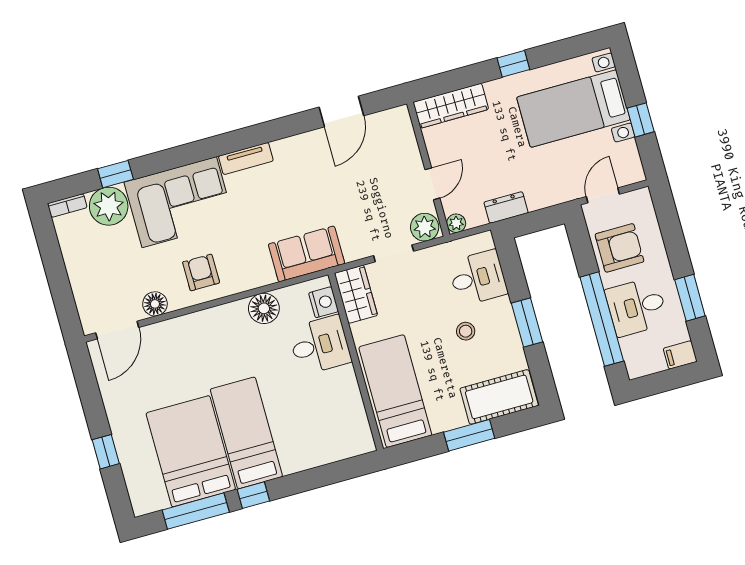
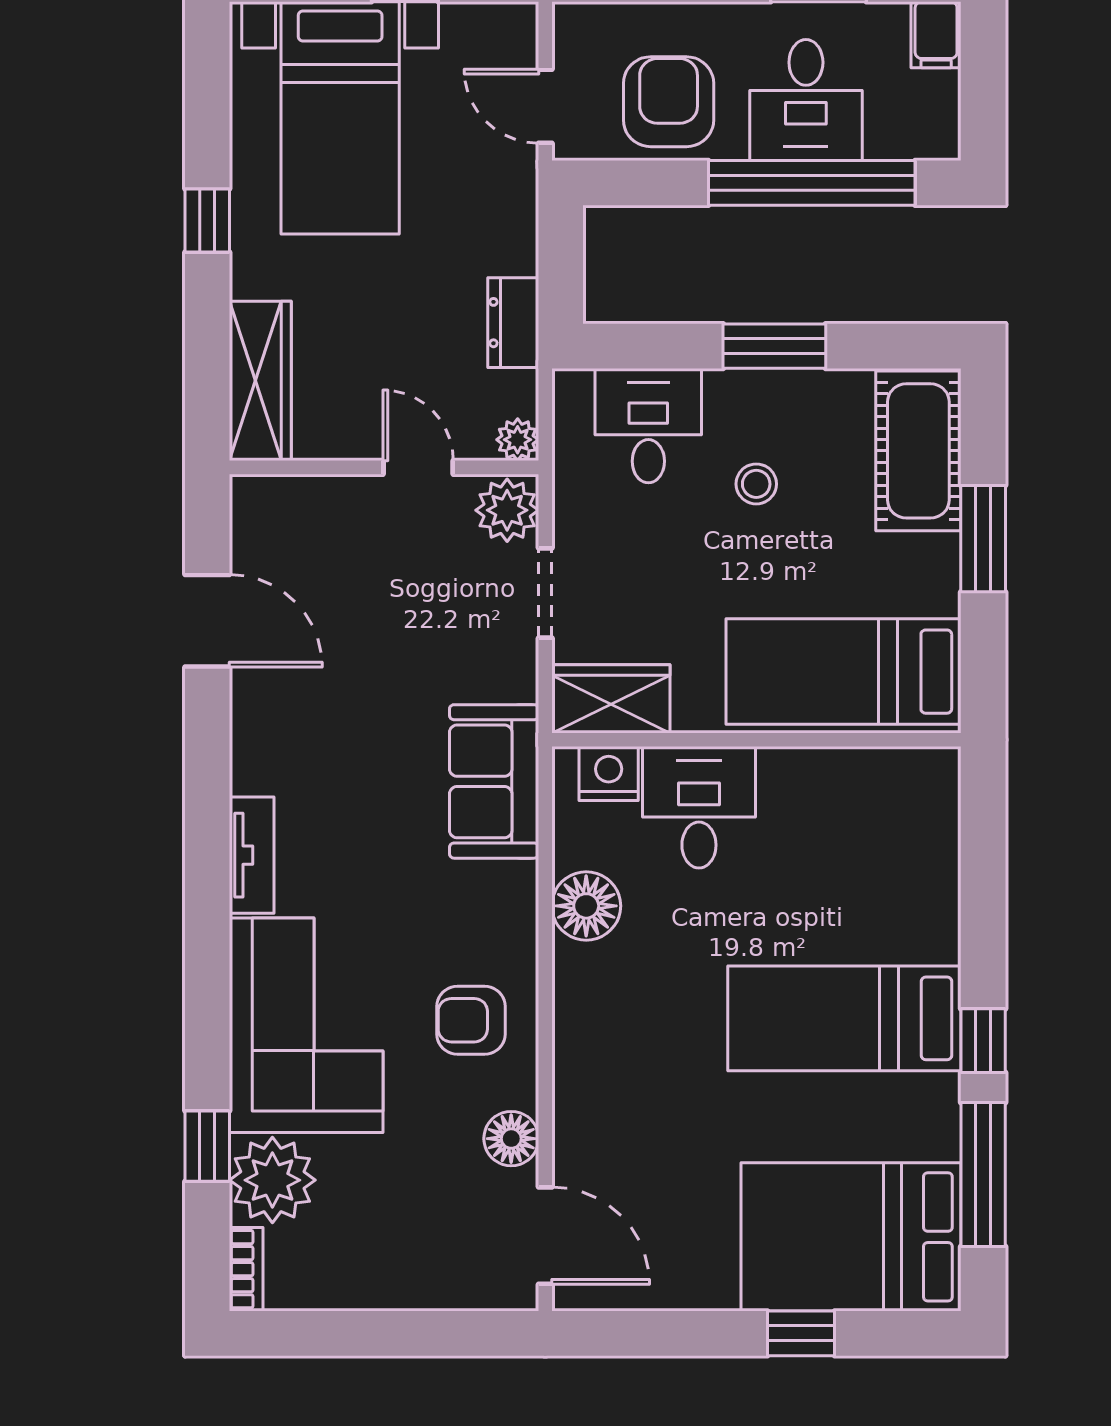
bed: (191, 451) -> (851, 1237), moved

